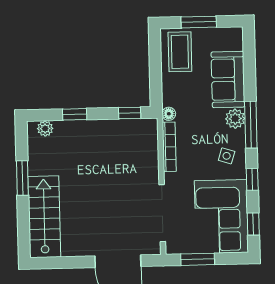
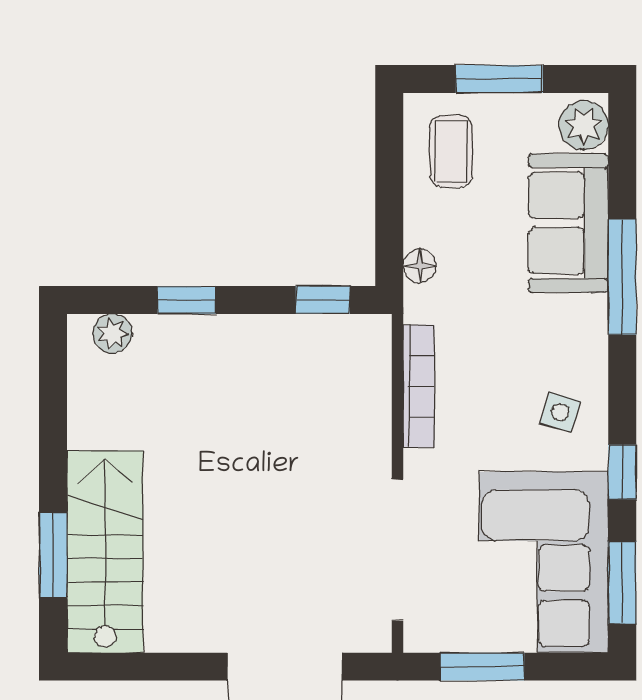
coffee table: (180, 52) -> (451, 151), width x0.73, depth x0.77
floor lamp: (169, 114) -> (420, 266), moved
plant: (235, 119) -> (584, 125), moved
window: (251, 125) -> (622, 277), moved
window: (22, 178) -> (53, 555), moved
window: (253, 224) -> (622, 582), width x1.50

